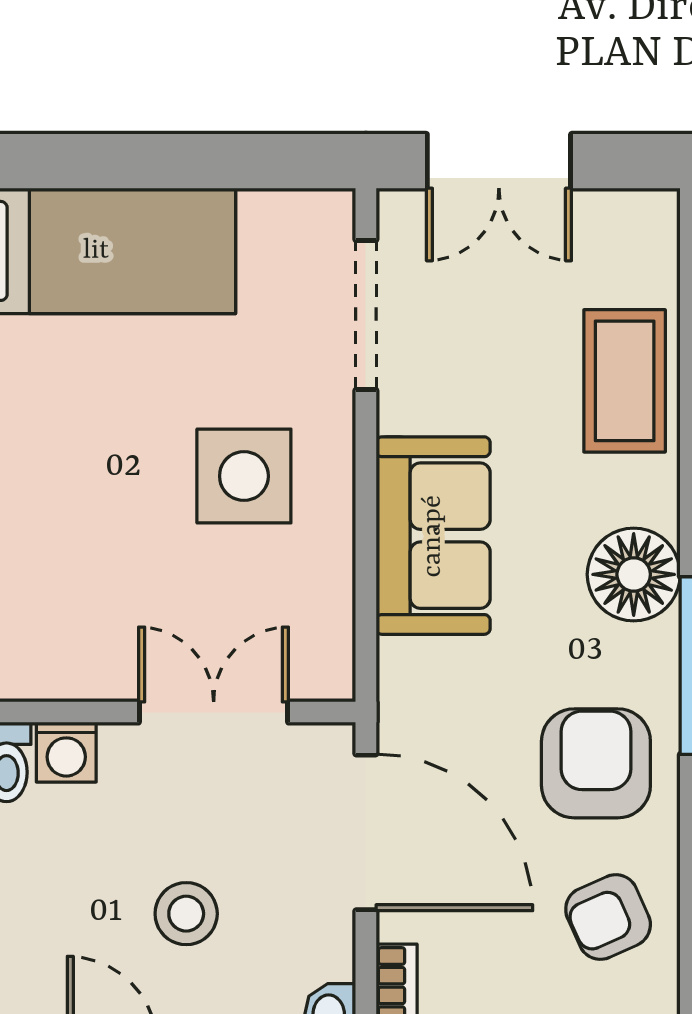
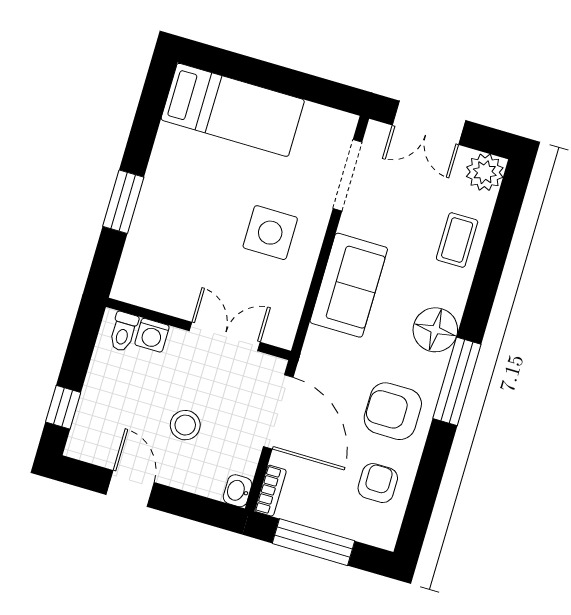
plant: (640, 228) -> (485, 172), added
coffee table: (625, 381) -> (457, 240), width x0.73, depth x0.77
armchair: (596, 763) -> (393, 411), turned -90
armchair: (608, 917) -> (378, 483), turned 114

